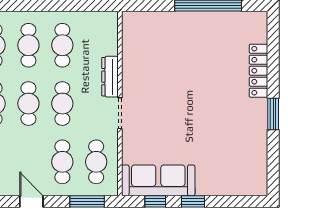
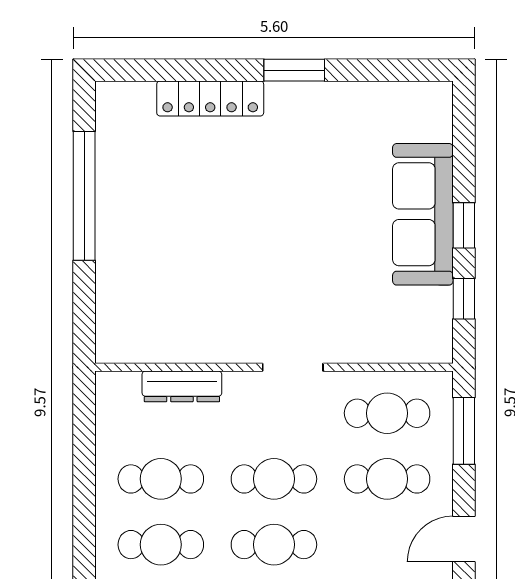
dresser: (110, 77) -> (182, 386), moved
sofa: (158, 180) -> (423, 214), moved

